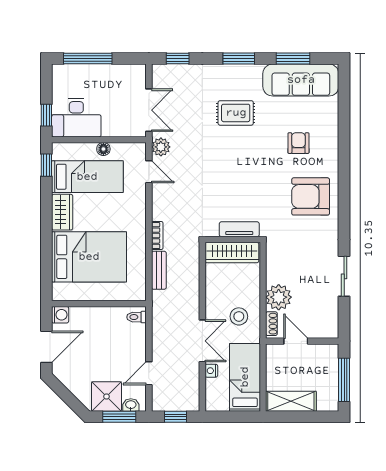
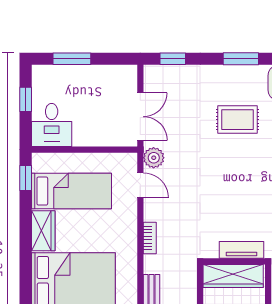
window: (88, 59) -> (72, 59), width x0.69
window: (46, 115) -> (26, 99), moved
desk: (76, 118) -> (52, 125), width x0.73
floor lamp: (103, 149) -> (89, 160), removed
bookcase: (157, 236) -> (150, 238), moved

